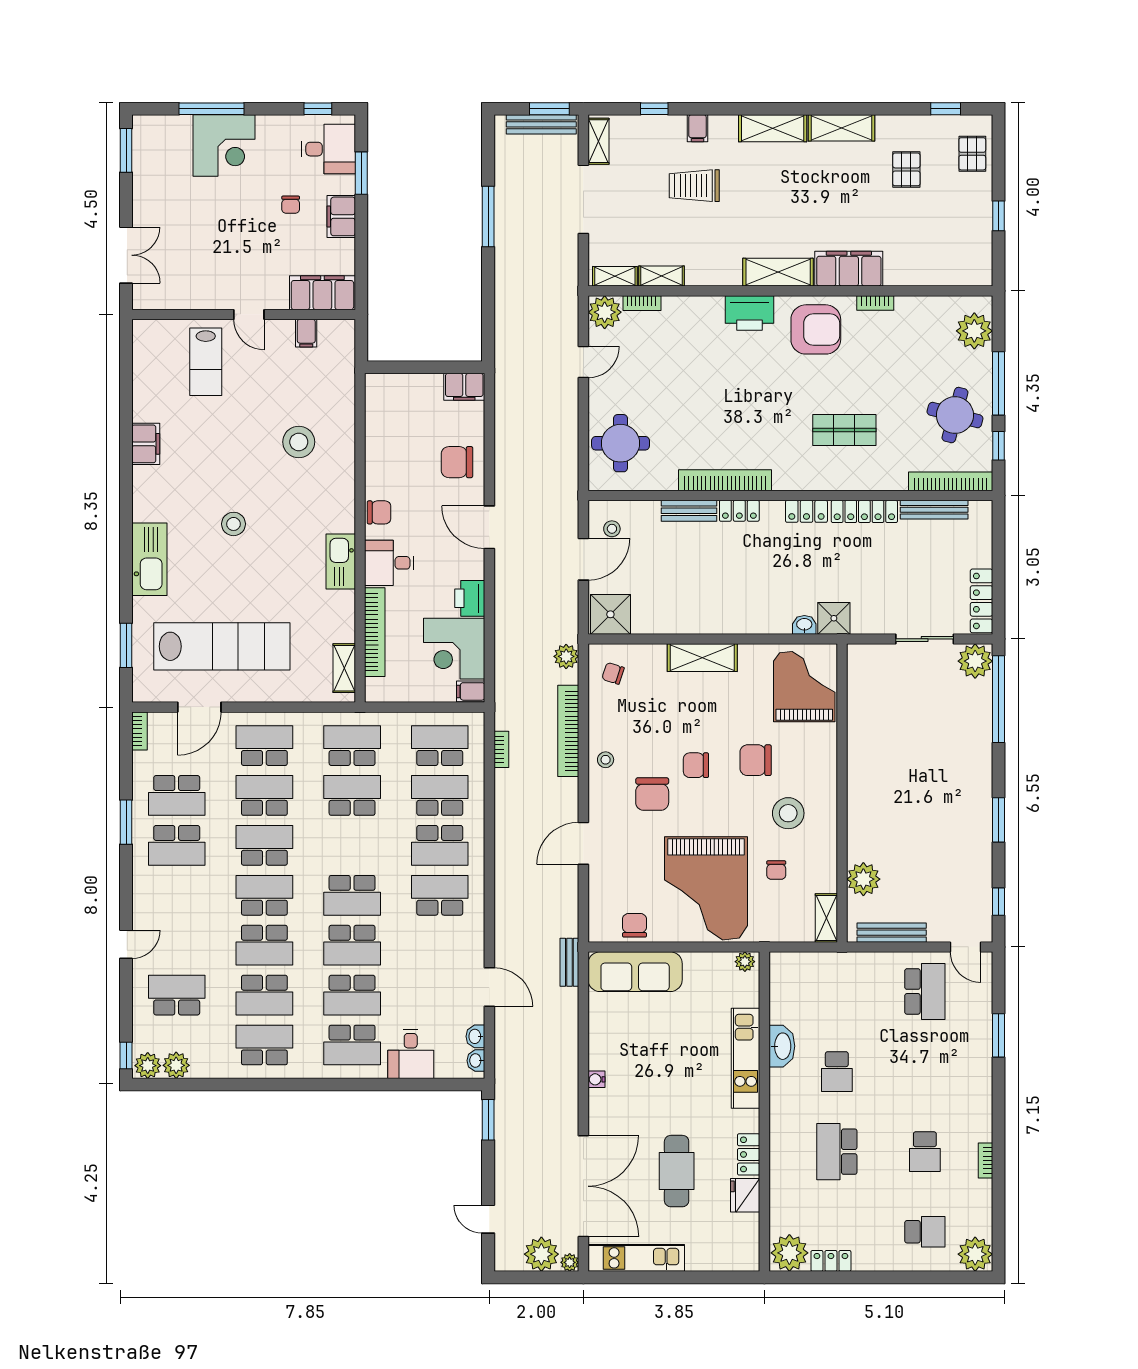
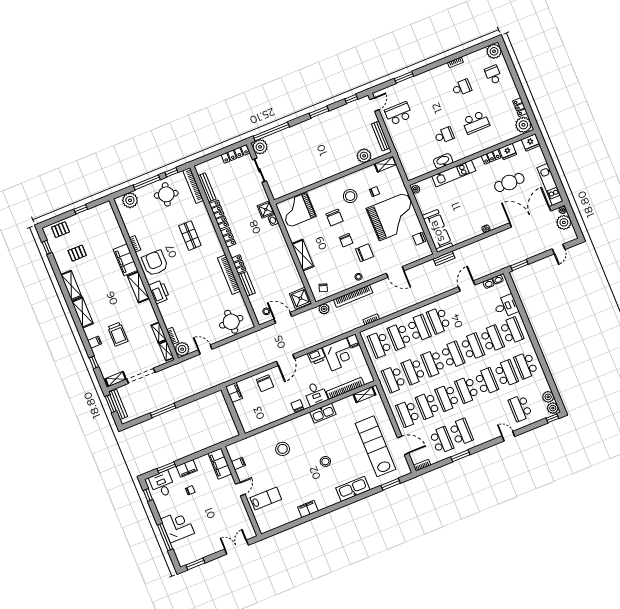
school desk: (352, 845) -> (433, 363), added
fridge: (745, 1253) -> (531, 142), added

